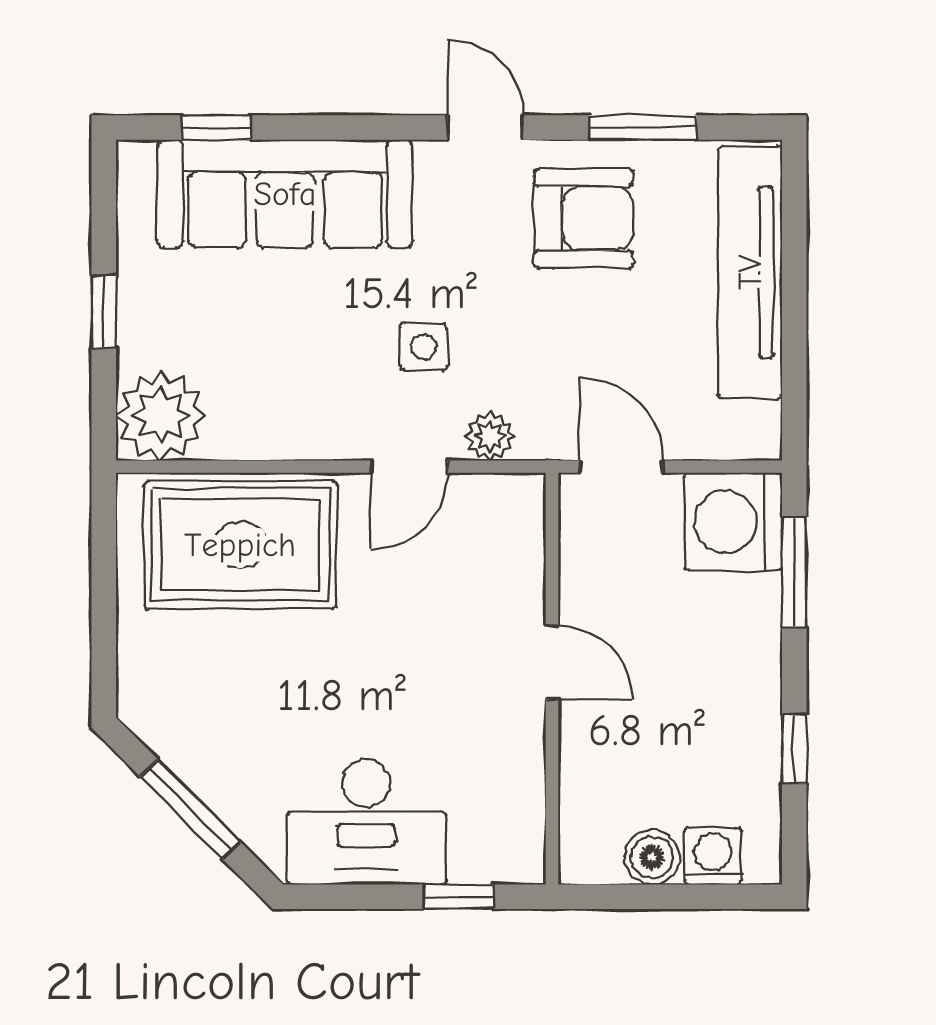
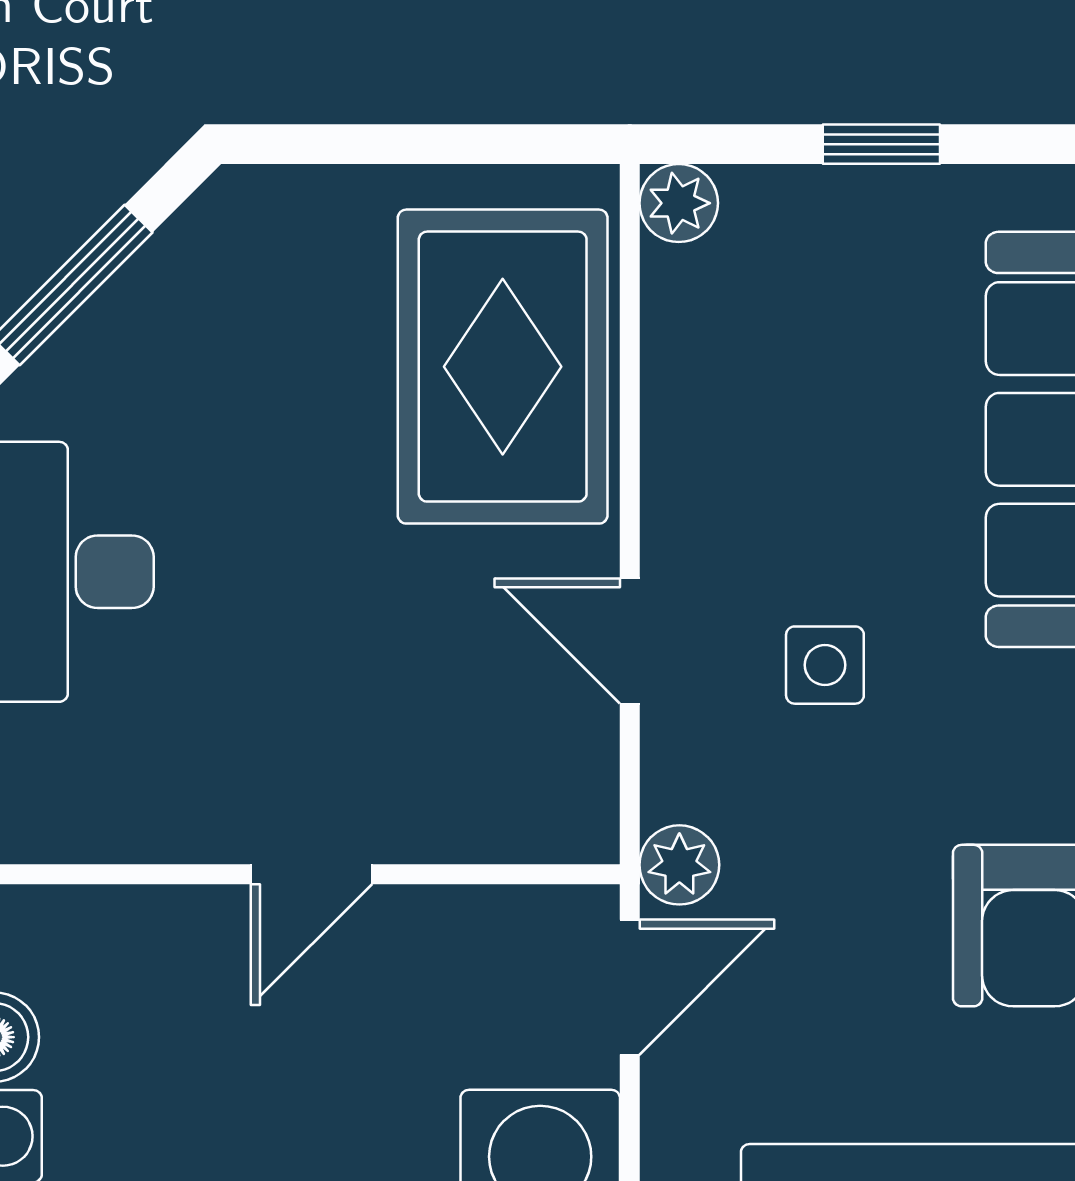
plant: (161, 416) -> (679, 203), width x0.53, depth x0.53
plant: (490, 436) -> (679, 865), moved

